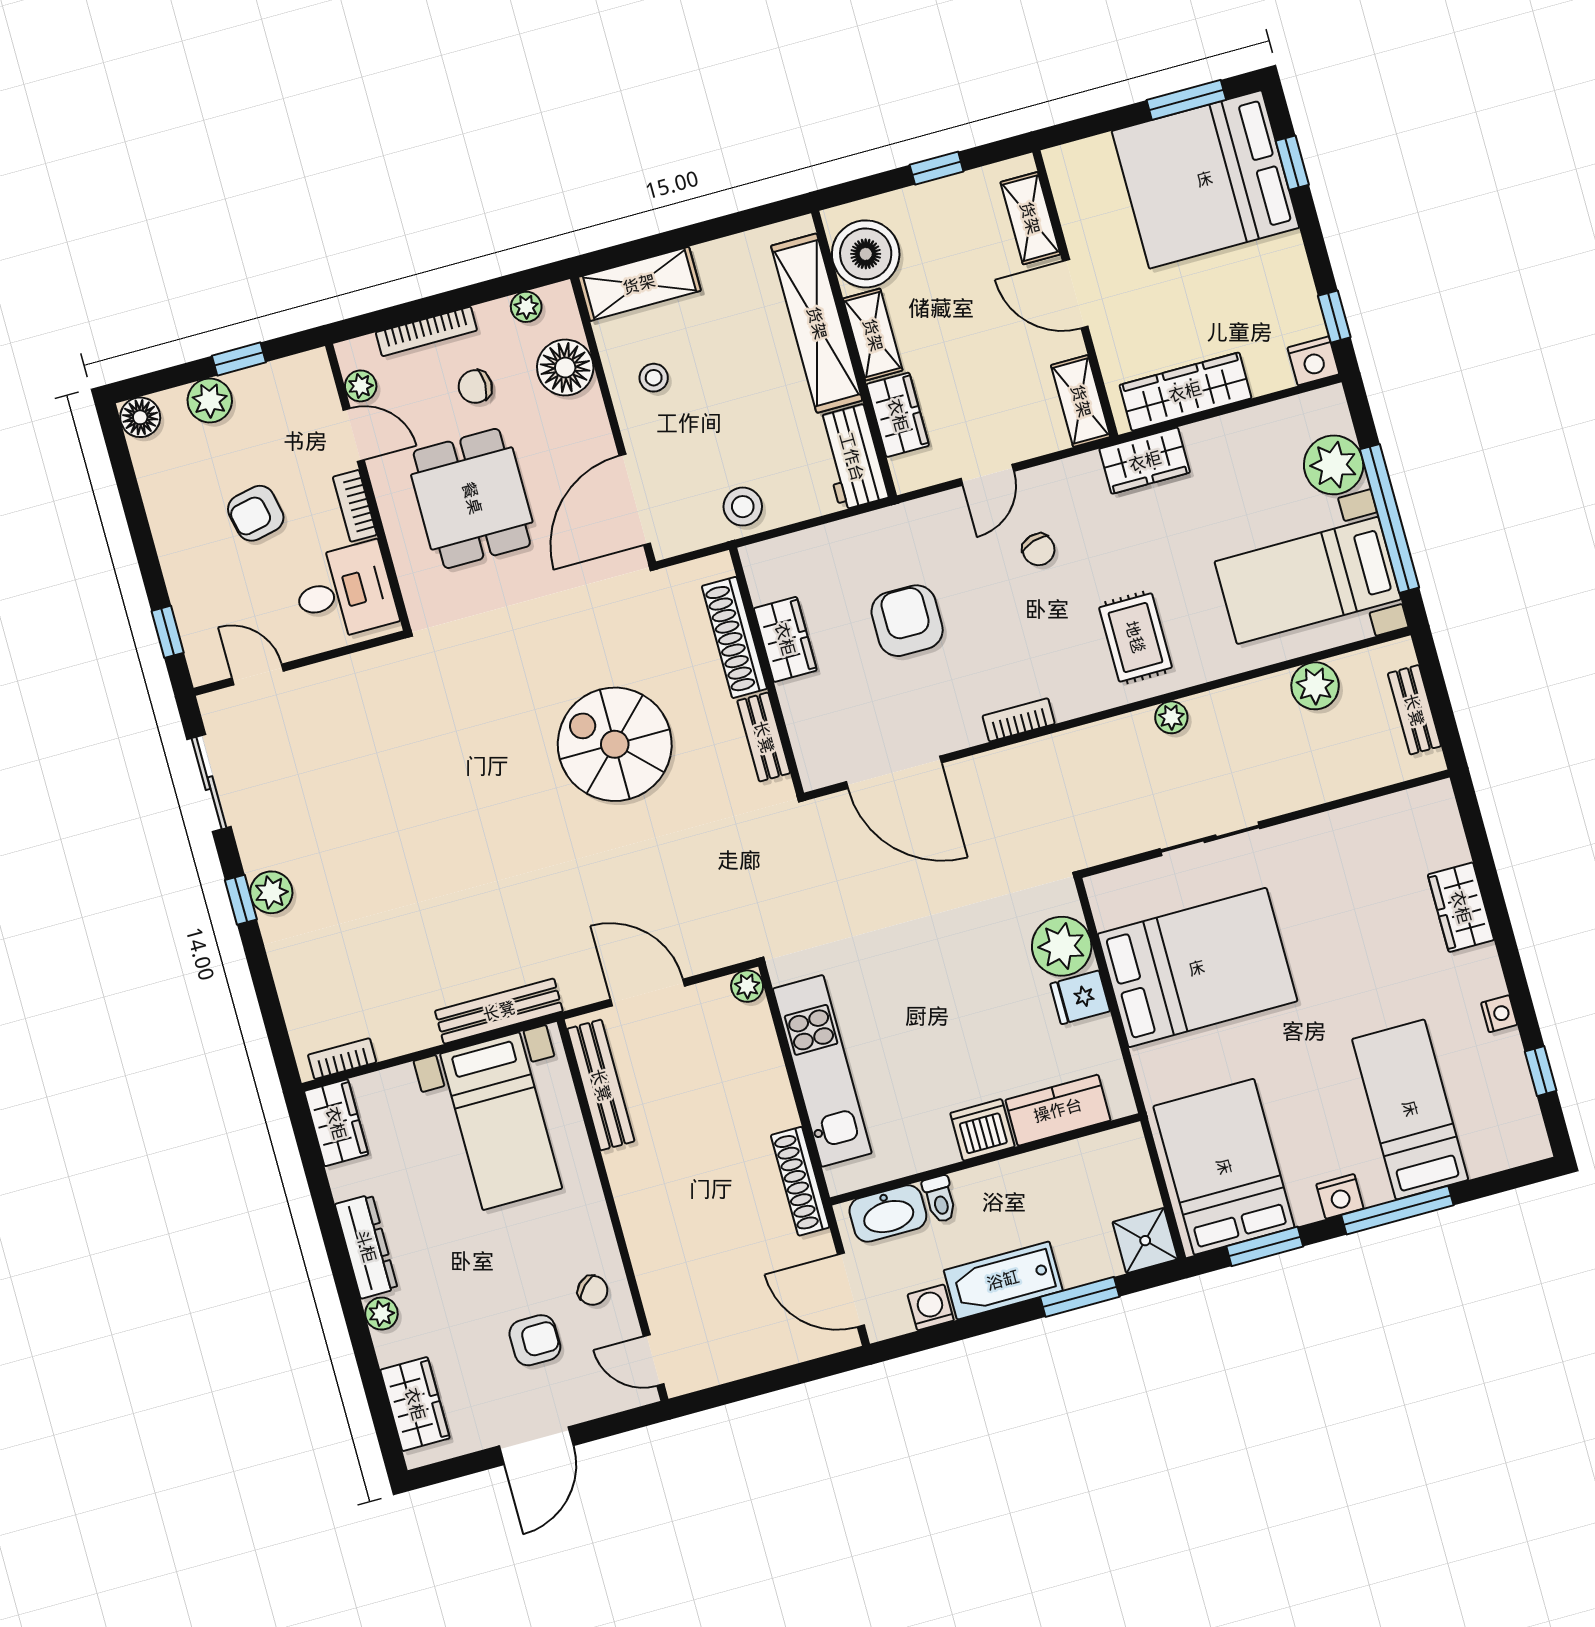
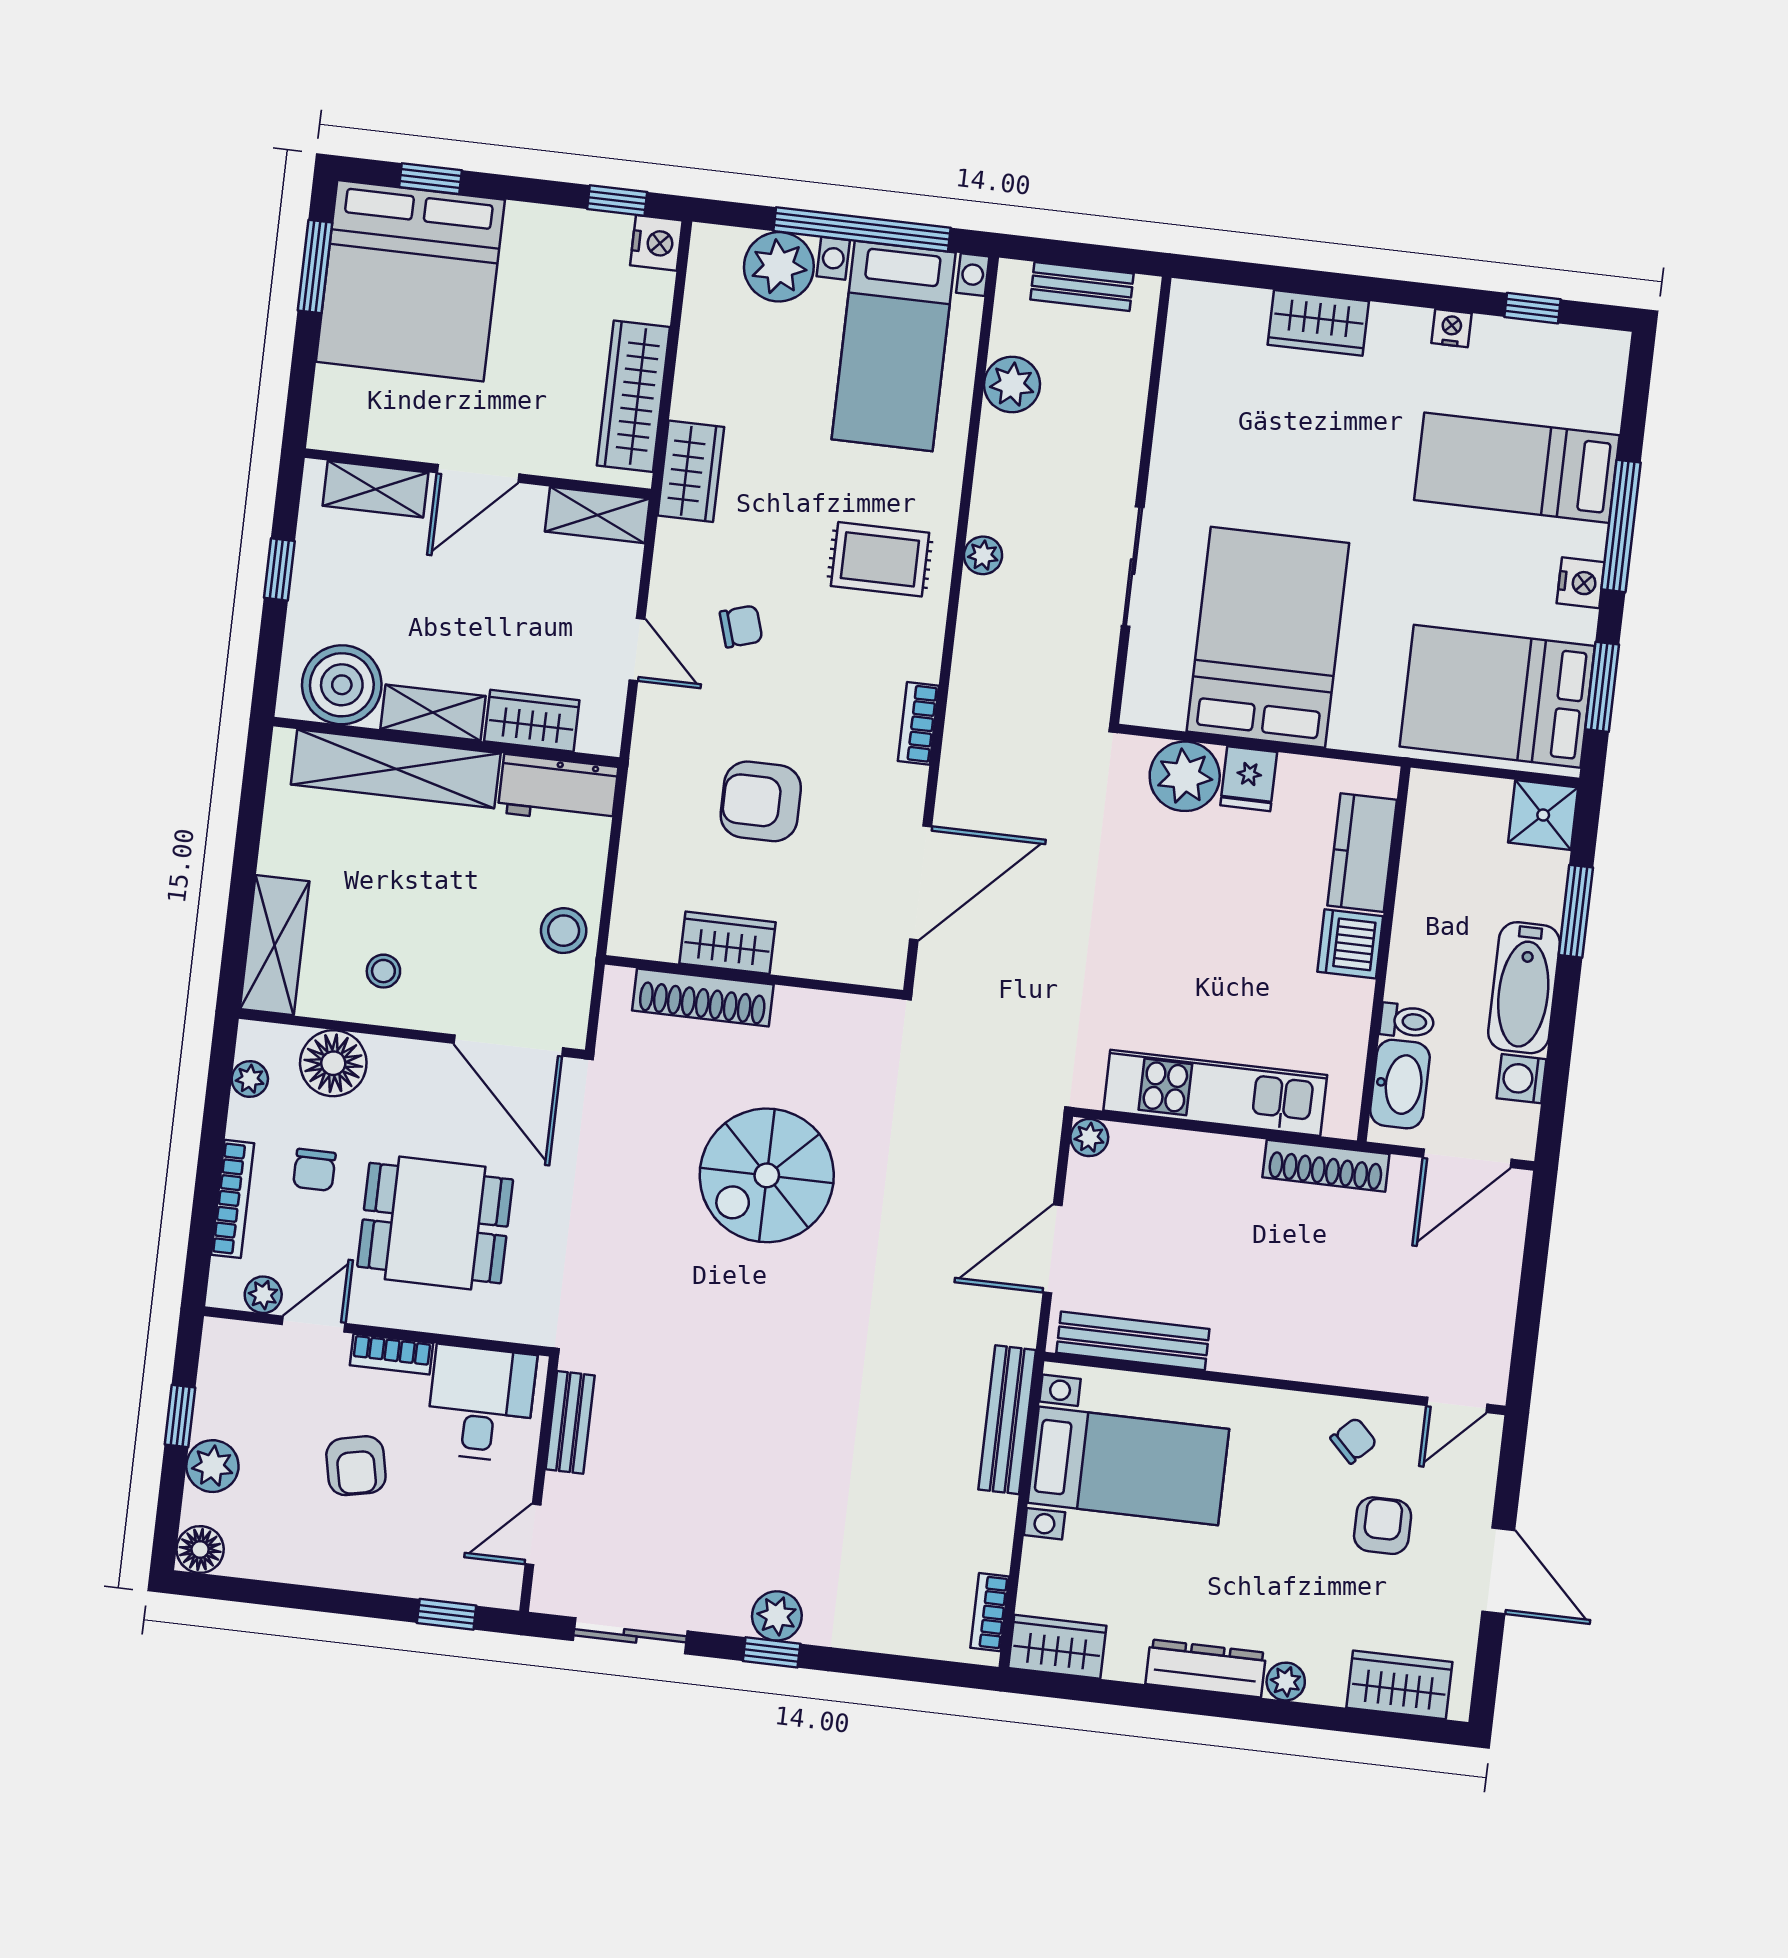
bench: (764, 737) -> (570, 1422), moved, turned 90

